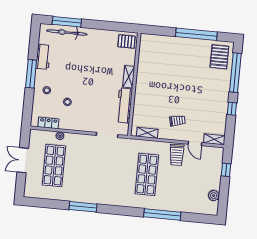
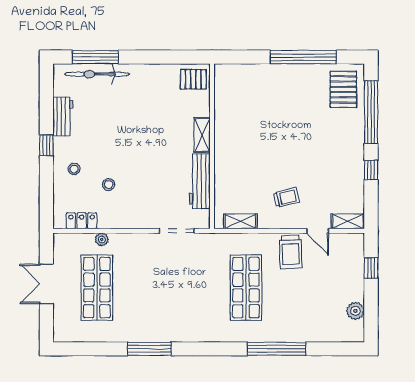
window: (31, 74) -> (46, 145), width x0.46

